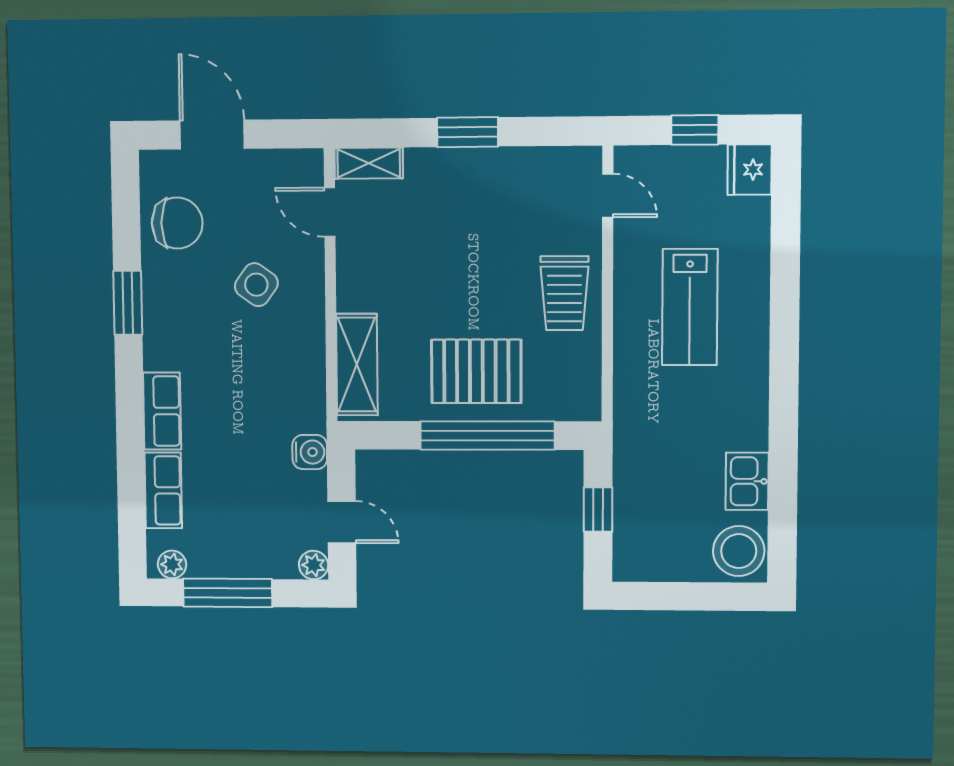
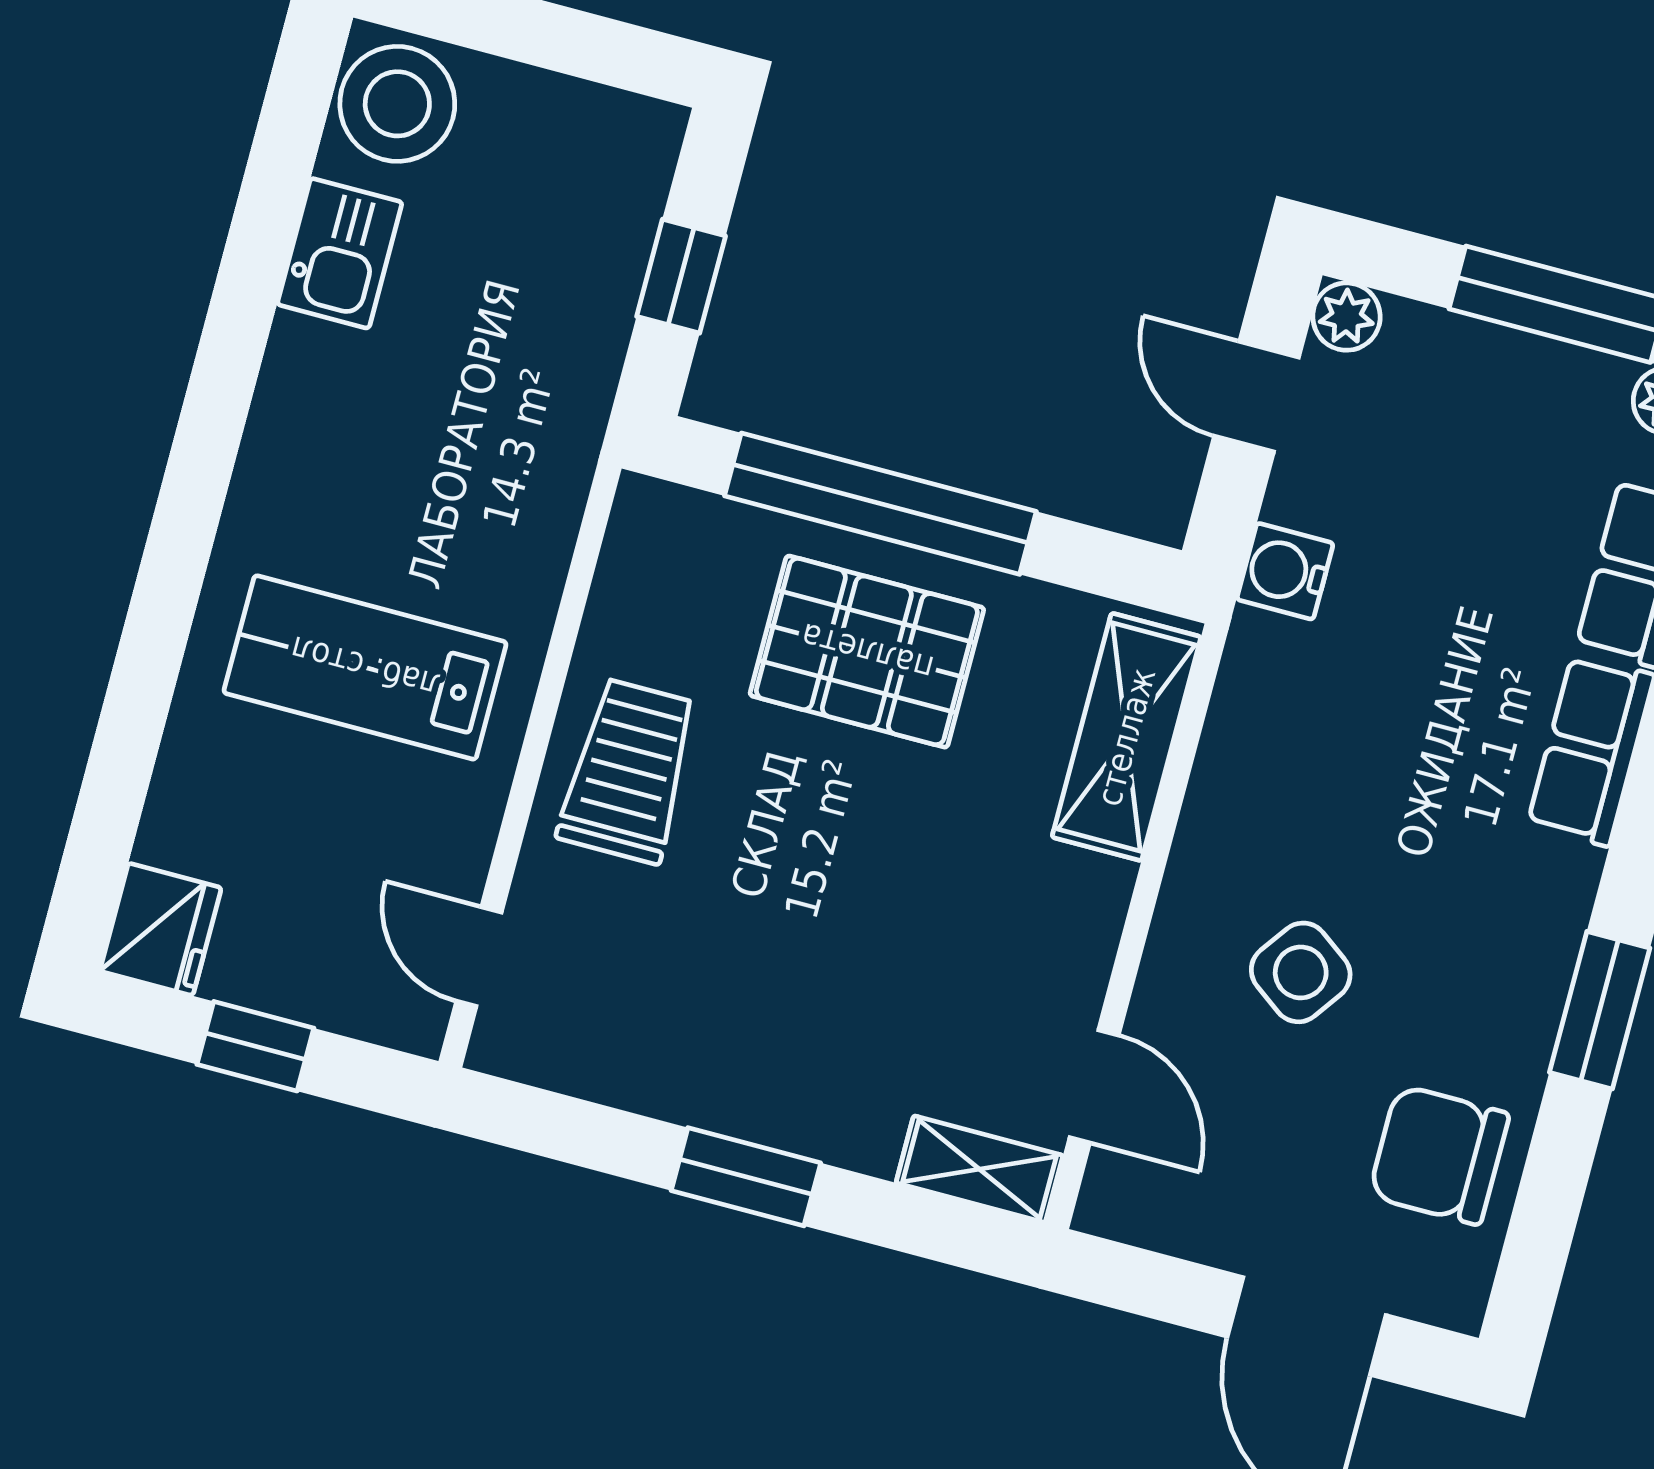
lab bench: (690, 307) -> (365, 667), turned -90

